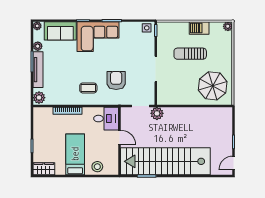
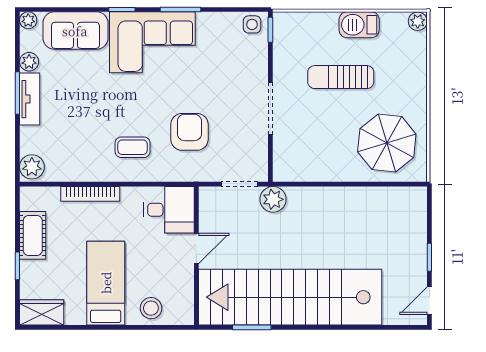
tv unit: (38, 70) -> (30, 99), width x0.71
cot: (39, 131) -> (33, 235), added
door: (120, 138) -> (196, 248), hinge flipped

